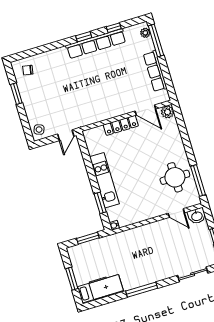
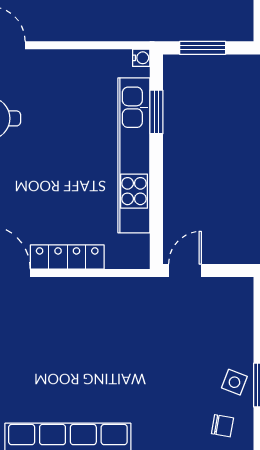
side table: (39, 130) -> (234, 382), moved
kitchen unit: (104, 180) -> (134, 155), width x1.36

